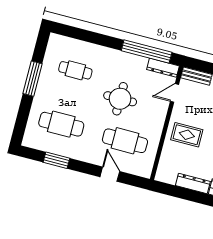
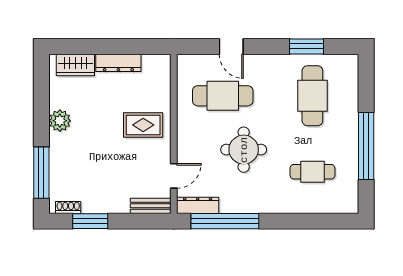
window: (33, 79) -> (366, 146), width x1.46
cafe table: (61, 124) -> (312, 96), turned 90

